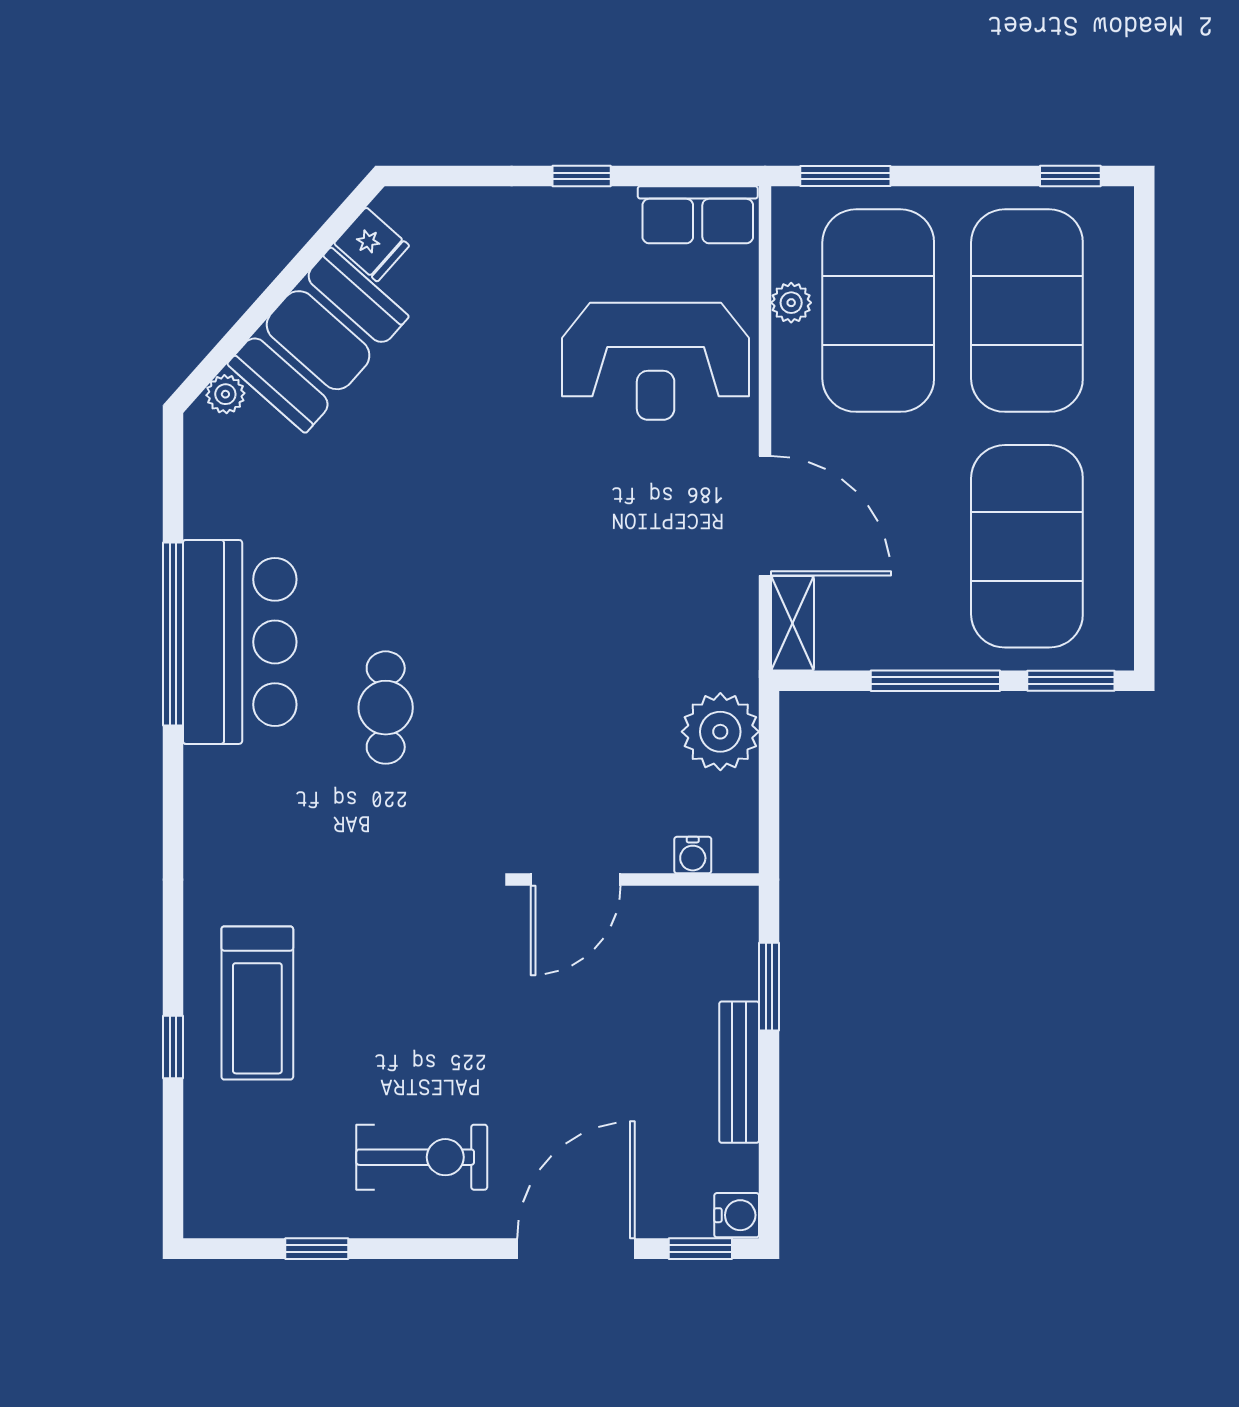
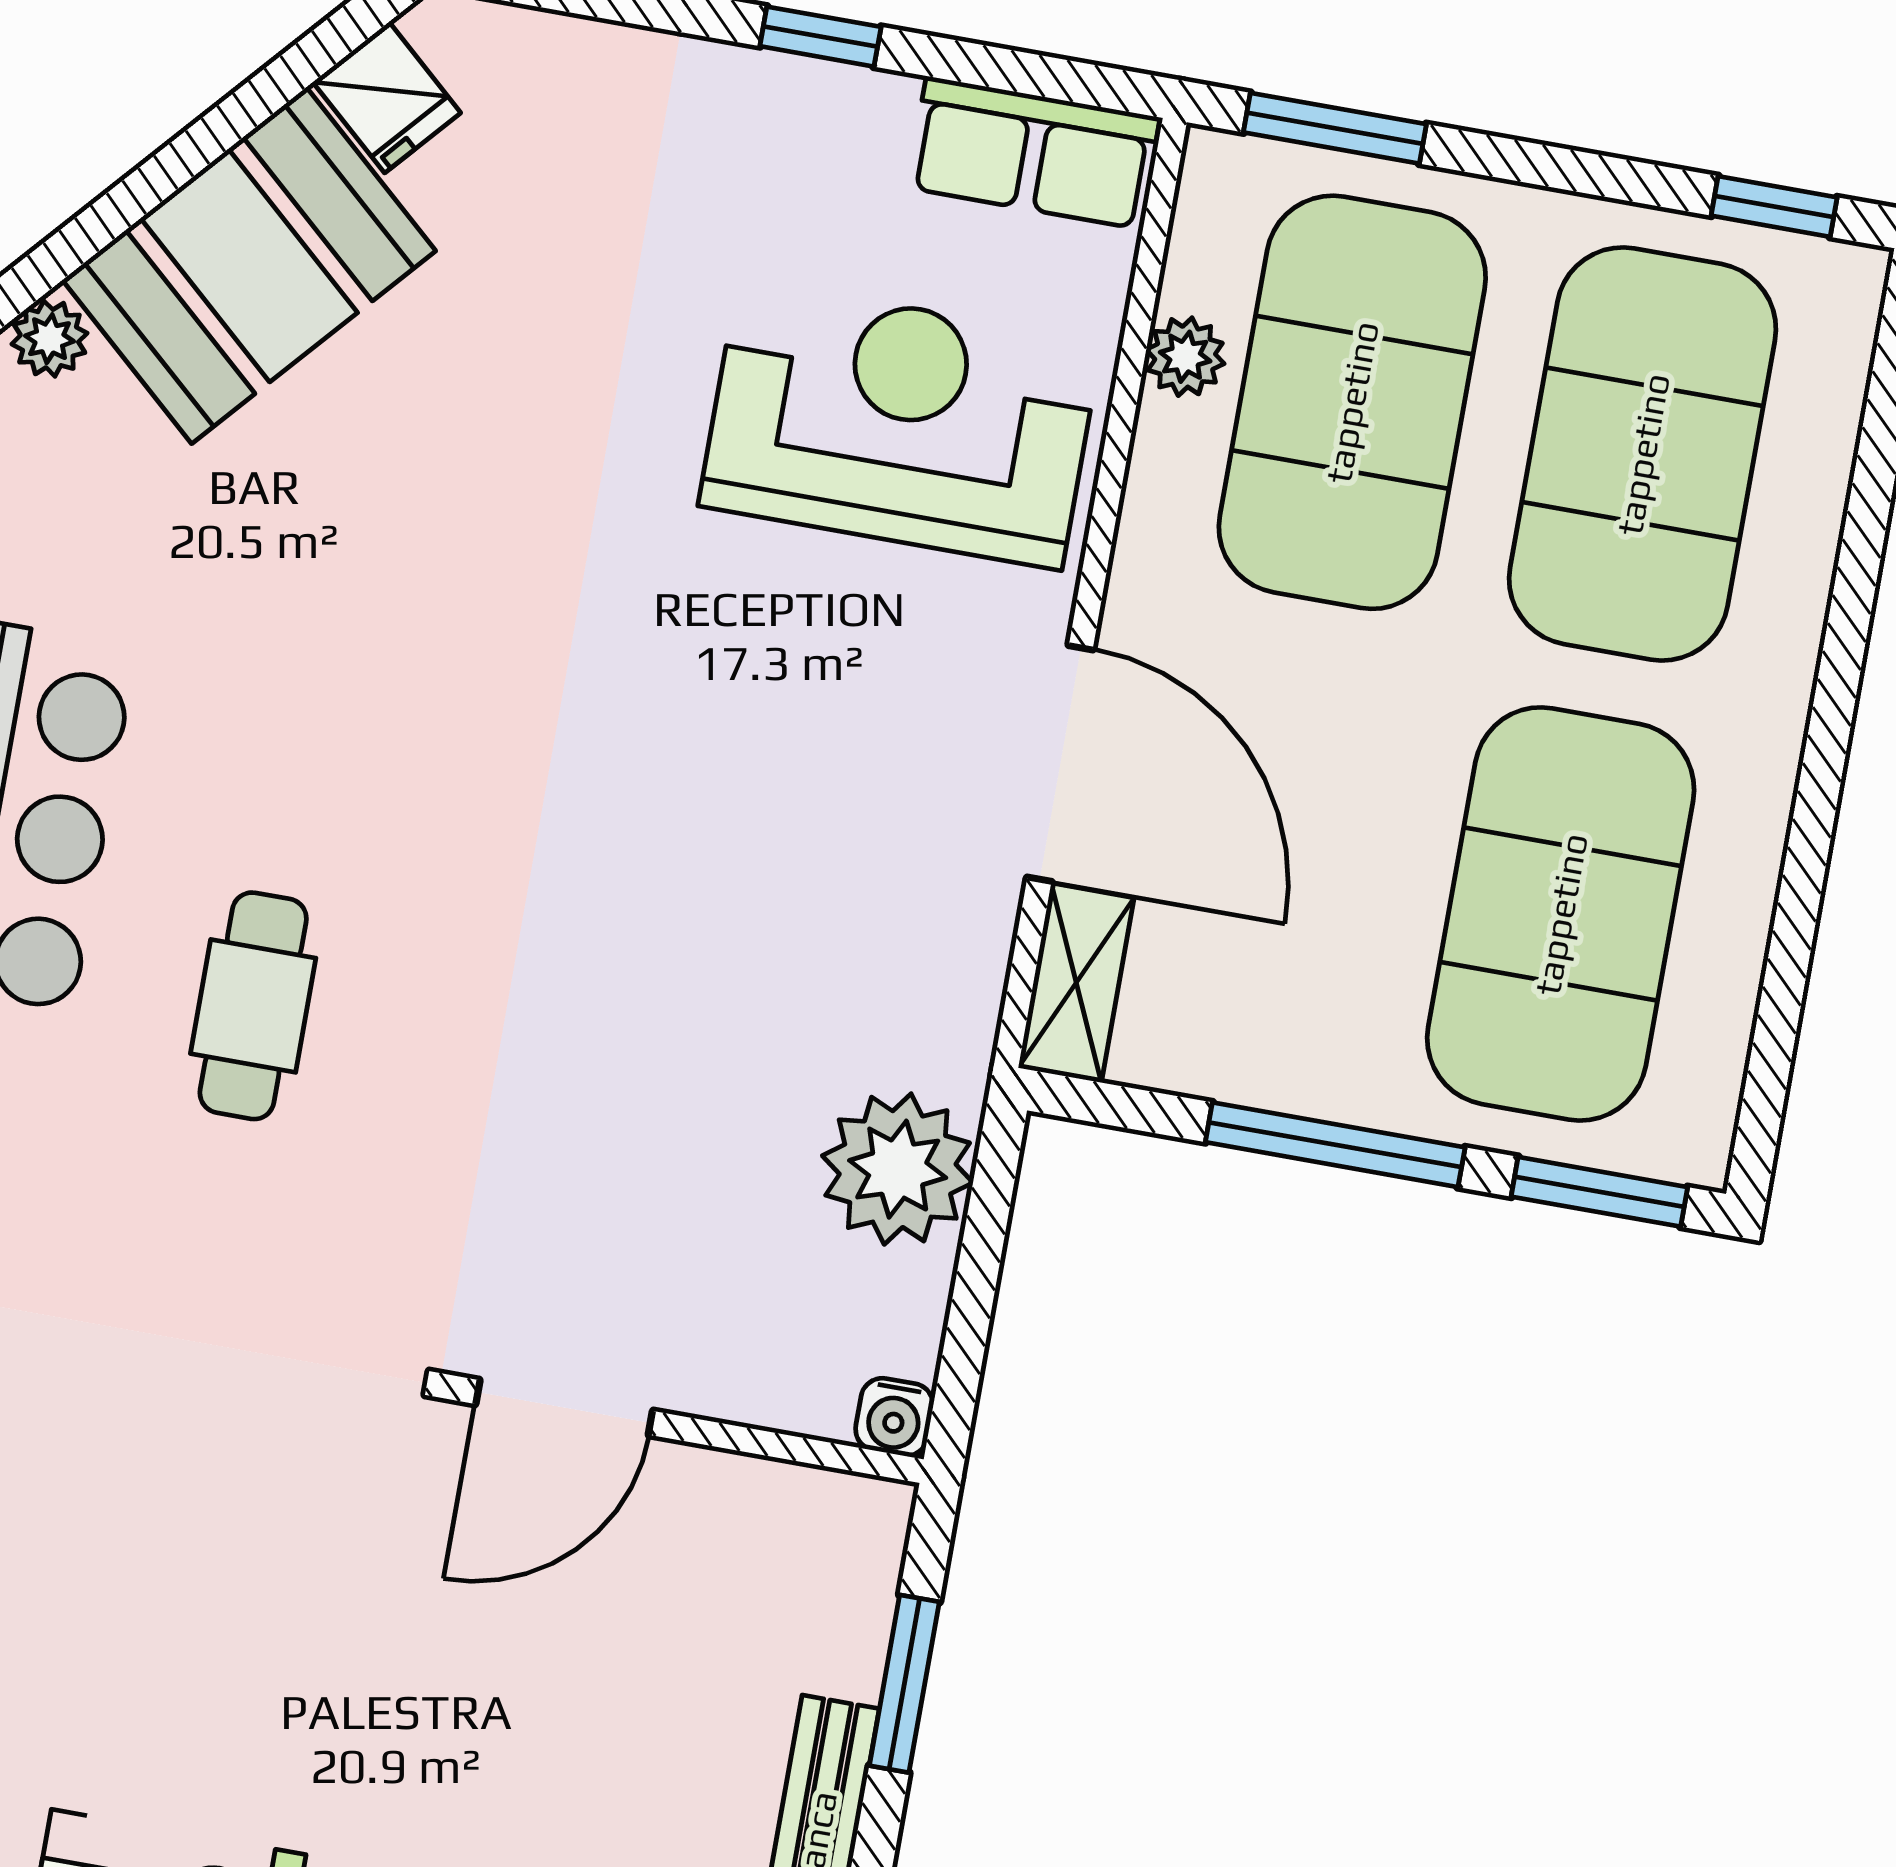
reception desk: (656, 361) -> (900, 424), turned 180
water cooler: (693, 855) -> (894, 1417), moved

